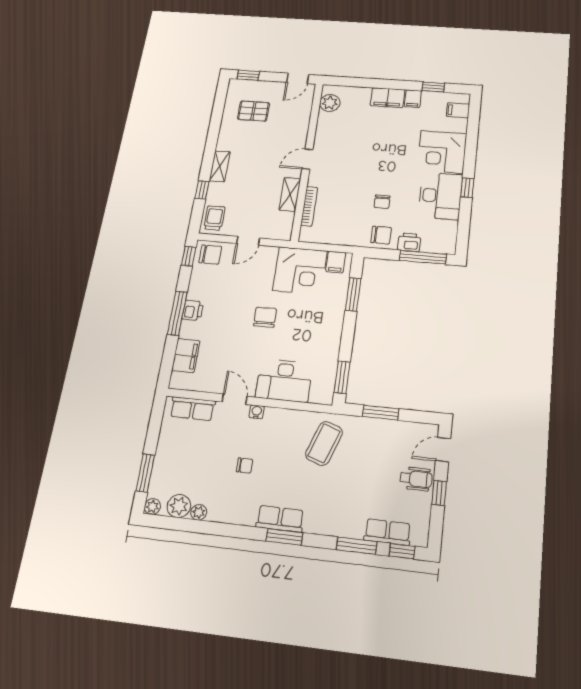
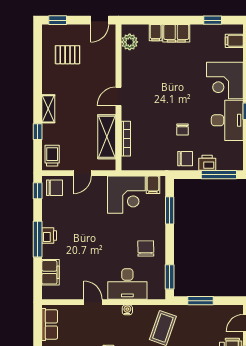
filing cabinet: (413, 99) -> (156, 33), moved
shelving: (290, 194) -> (107, 137), width x1.50, depth x1.33
chair: (265, 317) -> (146, 249), moved
row of seats: (192, 409) -> (50, 324), moved, turned -90
water cooler: (257, 412) -> (127, 310), moved

